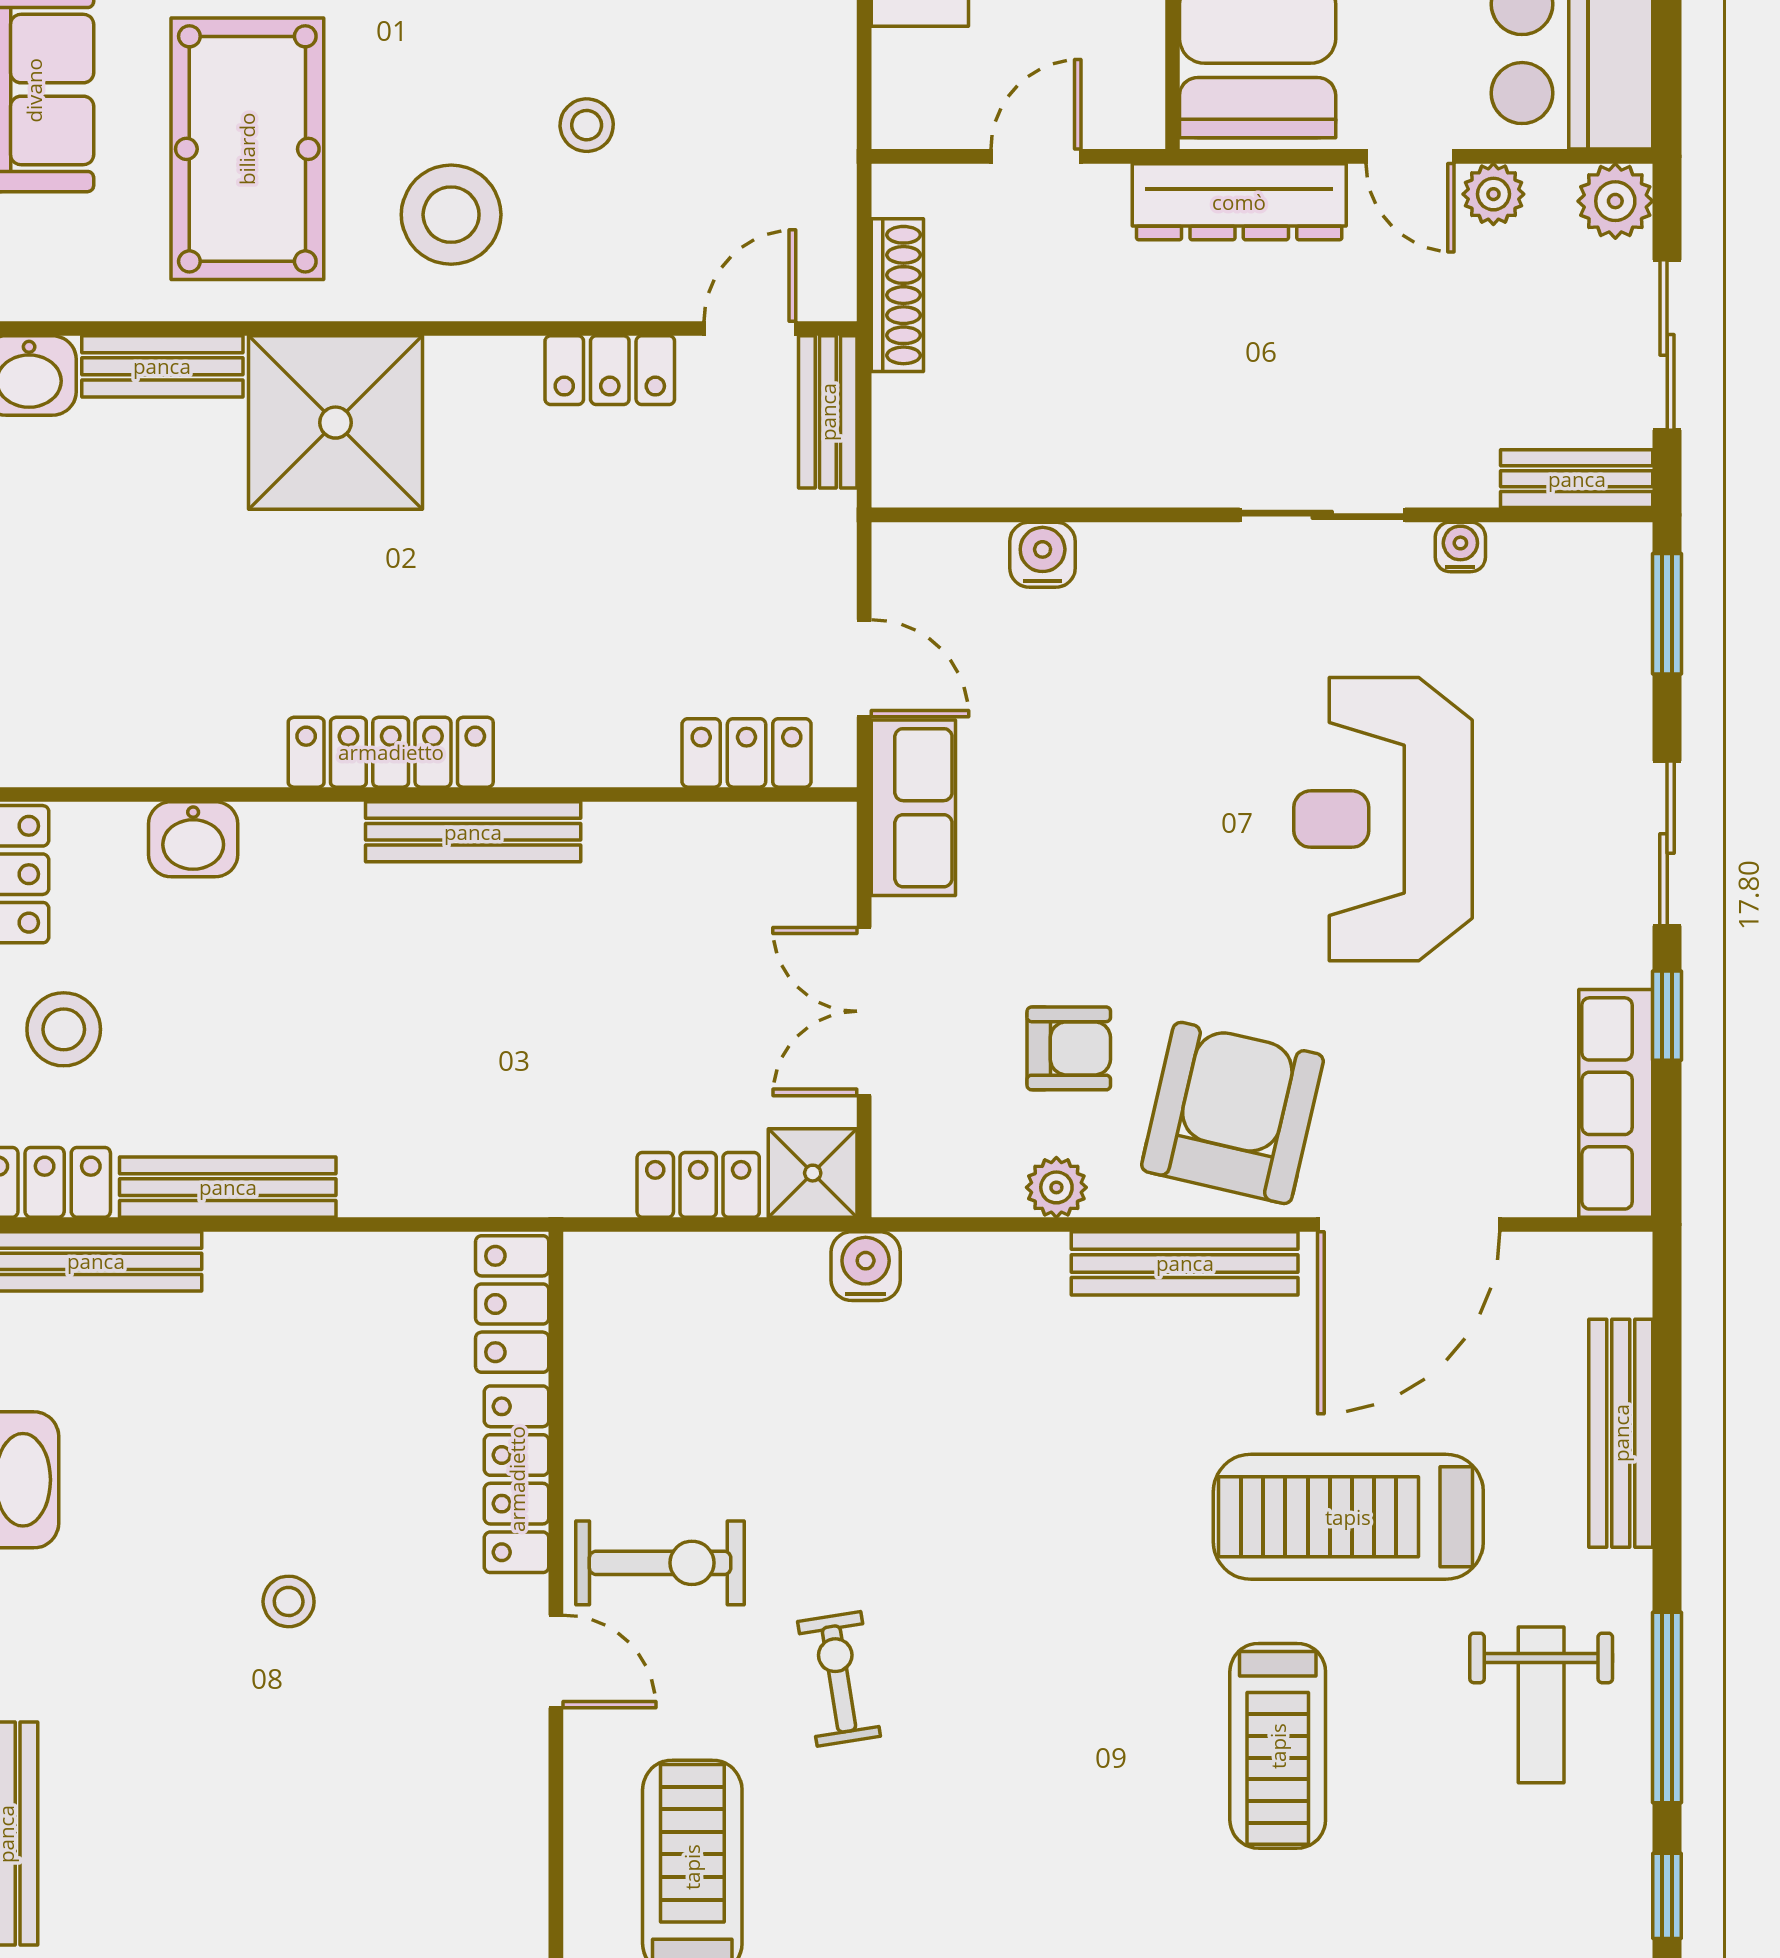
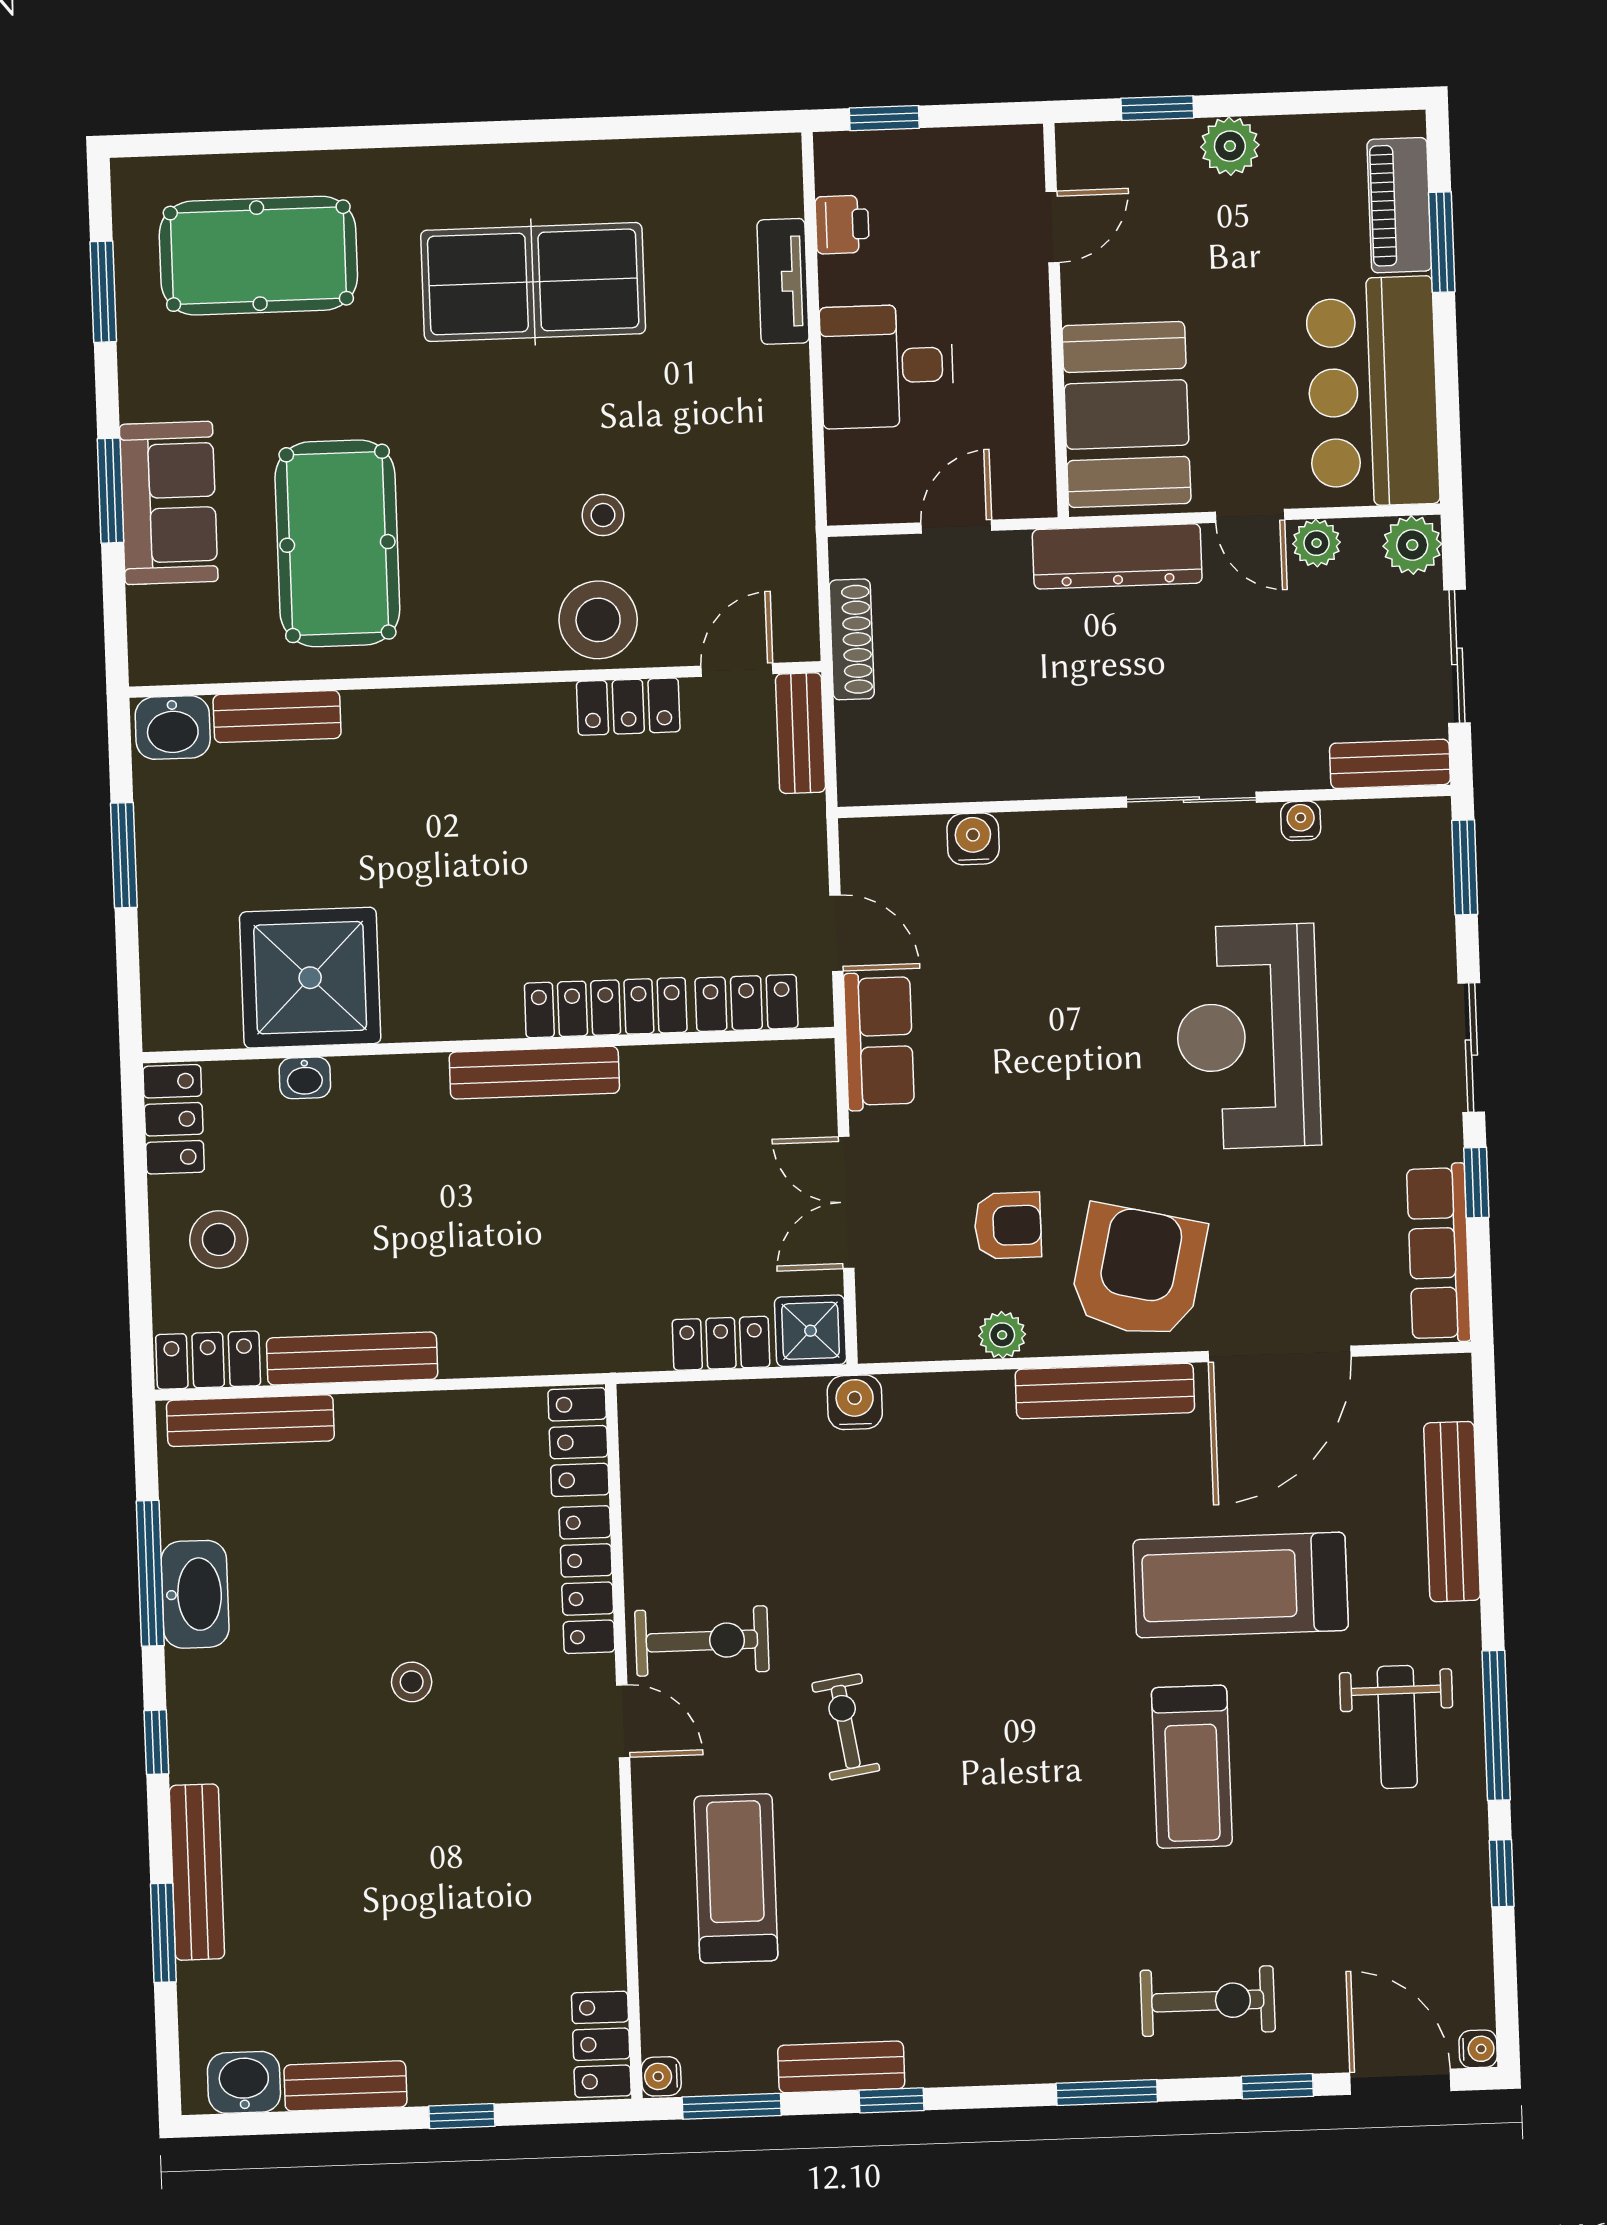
stool: (451, 215) -> (598, 620), moved
shower: (335, 423) -> (310, 978), moved
locker: (391, 752) -> (606, 1008), moved
washbasin: (193, 839) -> (305, 1078), width x0.72, depth x0.69

